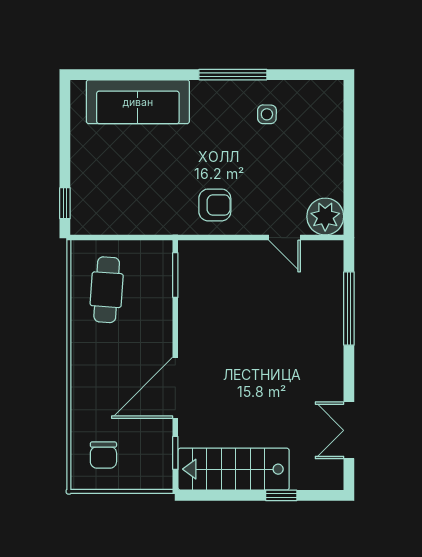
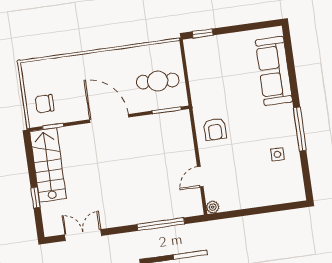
plant: (325, 217) -> (213, 207), width x0.53, depth x0.53
cafe table: (107, 290) -> (158, 81), moved
door: (175, 388) -> (109, 118), moved
chair: (103, 455) -> (45, 104), moved

